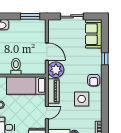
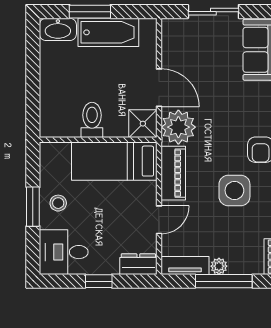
window: (30, 16) -> (90, 12), moved
bathtub: (23, 26) -> (108, 32), added
shower: (39, 68) -> (143, 124), added

